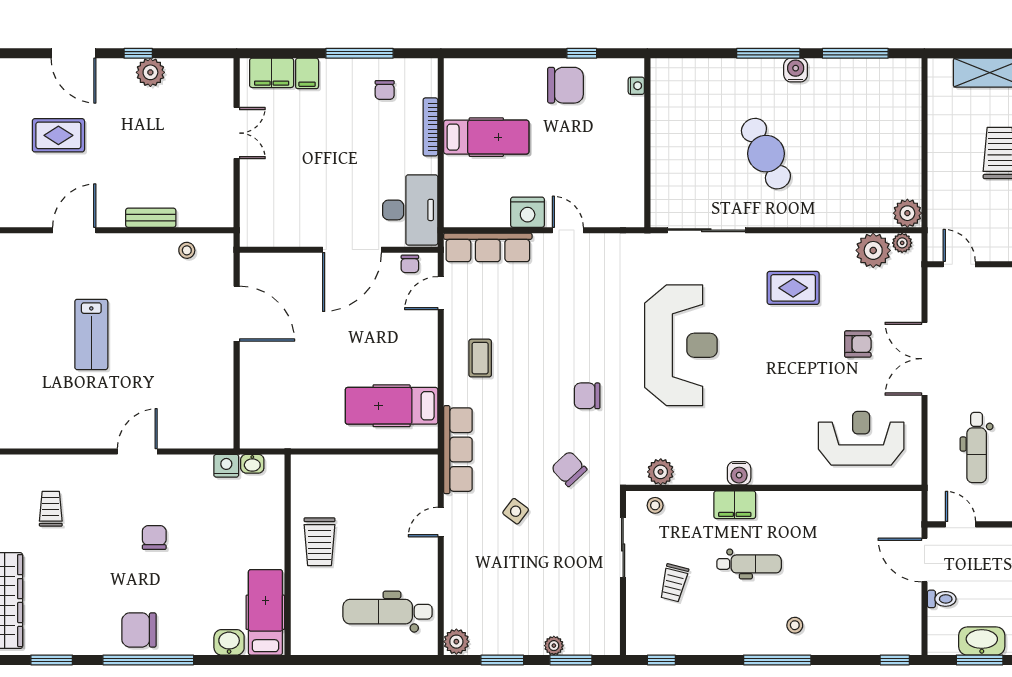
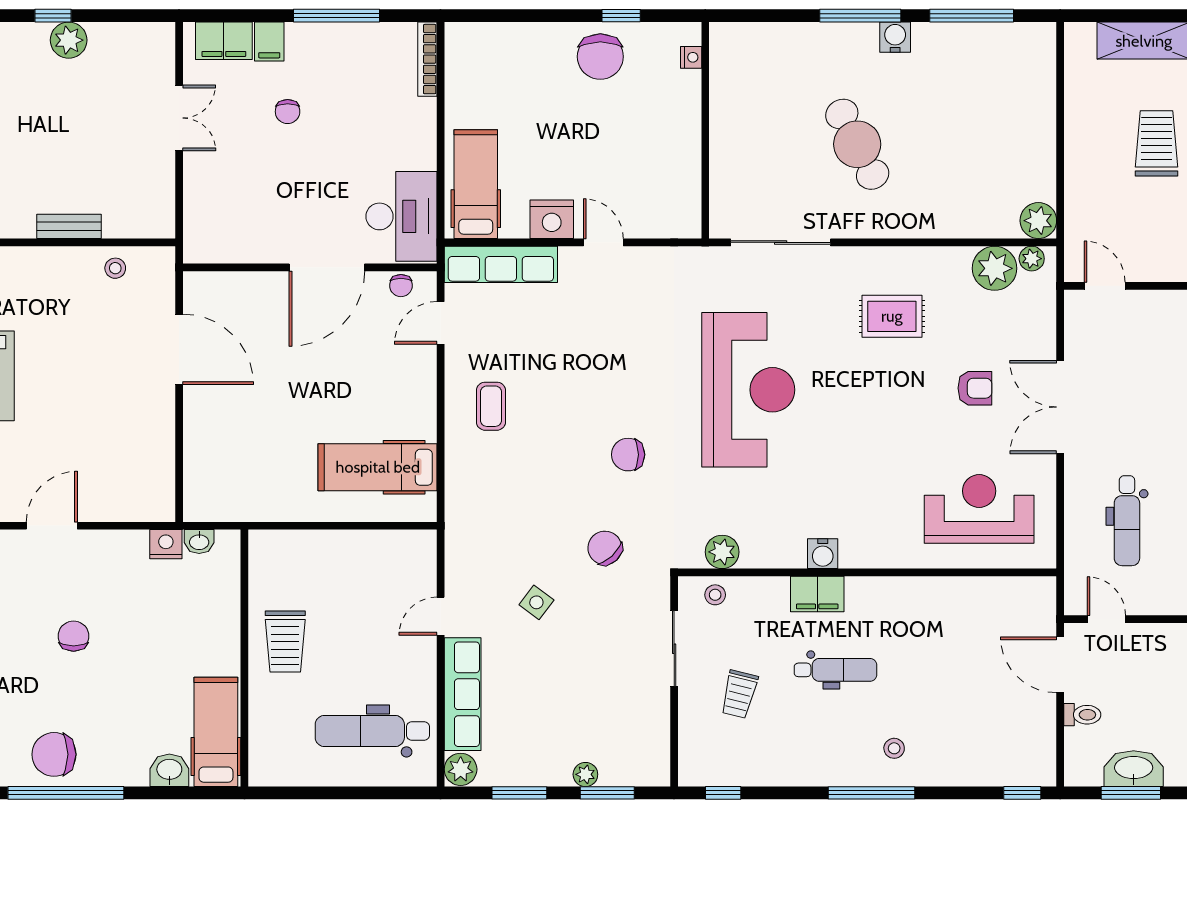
chair: (565, 85) -> (600, 57), turned 90
chair: (385, 90) -> (288, 112), moved
bookcase: (430, 127) -> (427, 59), moved
hospital bed: (486, 137) -> (476, 184), moved, turned -90
row of seats: (458, 450) -> (463, 694), moved

